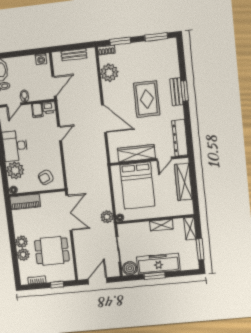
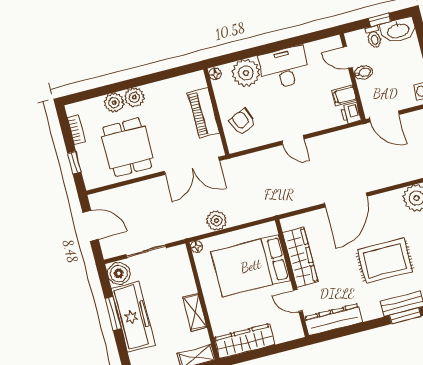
door: (60, 134) -> (293, 140), moved
wardrobe: (183, 182) -> (244, 341), moved
piano: (25, 202) -> (204, 113), moved
plant: (107, 217) -> (216, 221), moved

